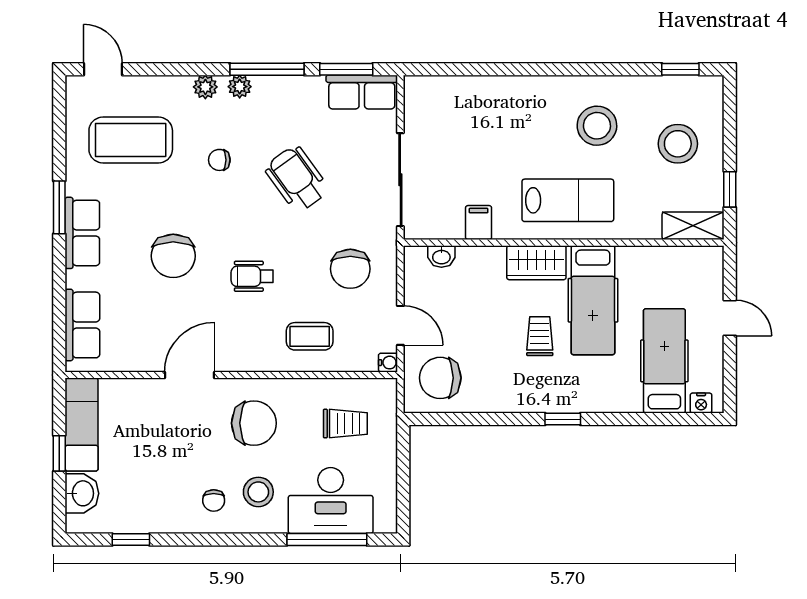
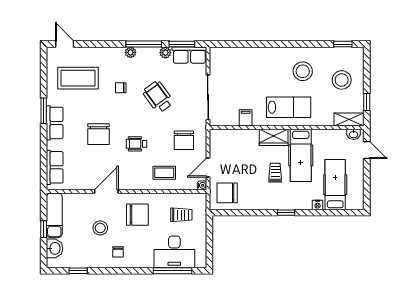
plant: (205, 87) -> (165, 53), moved
washbasin: (441, 257) -> (354, 134), moved
door: (730, 318) -> (367, 150), moved
door: (400, 325) -> (208, 168), swing flipped
nightstand: (701, 403) -> (318, 205), moved
stool: (258, 492) -> (100, 228), moved

